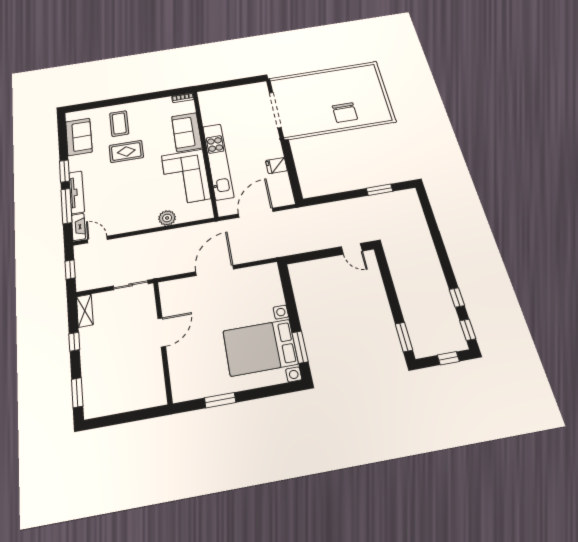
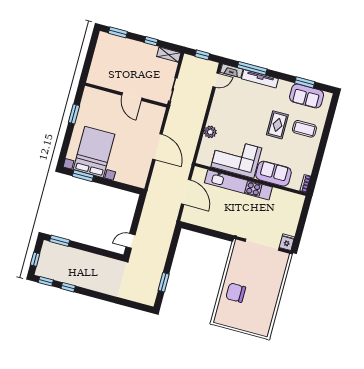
fridge: (276, 166) -> (287, 242), moved
window: (64, 171) -> (305, 82), moved

